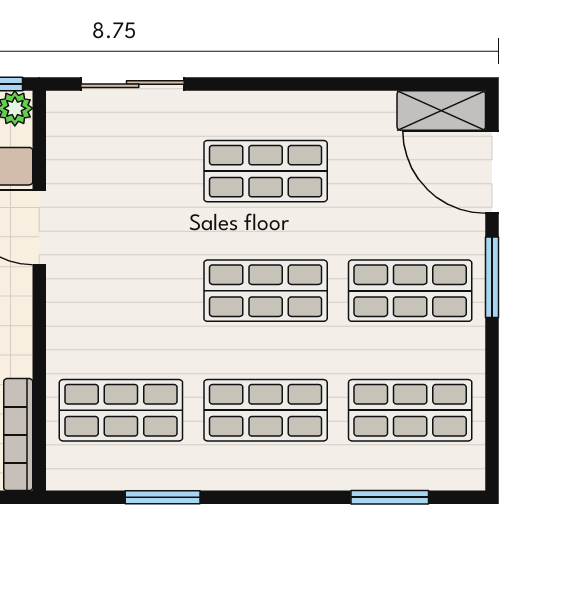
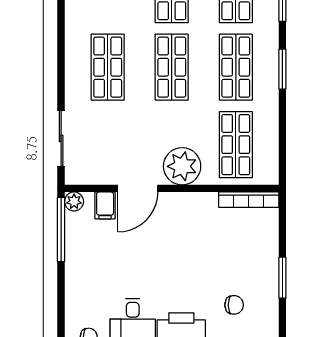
plant: (81, 310) -> (182, 166), added
window: (163, 497) -> (282, 69), moved

